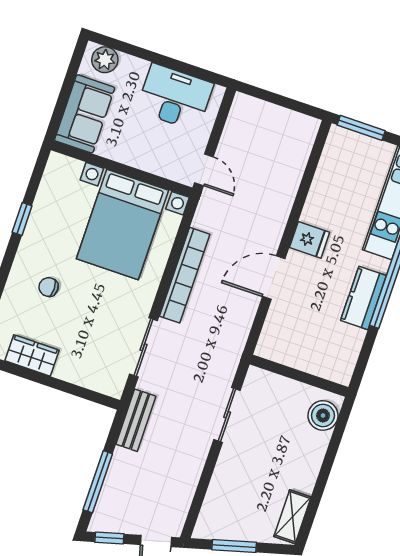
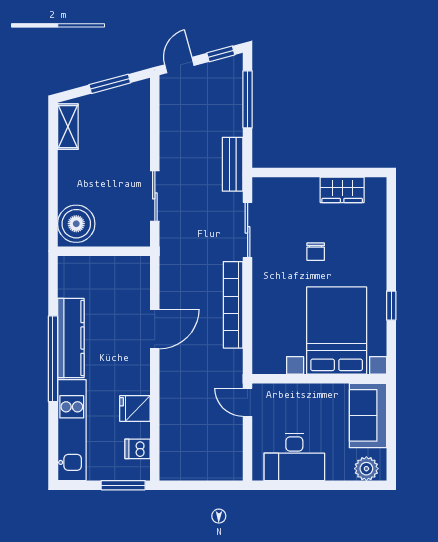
dishwasher: (334, 160) -> (138, 449), added
bed with nightstands: (123, 225) -> (337, 330), moved
fridge: (310, 240) -> (135, 408), moved
chair: (49, 287) -> (316, 252), moved, turned 90
kitchen counter: (363, 298) -> (71, 338), width x1.50
boiler: (323, 415) -> (76, 224), width x1.37, depth x1.37

